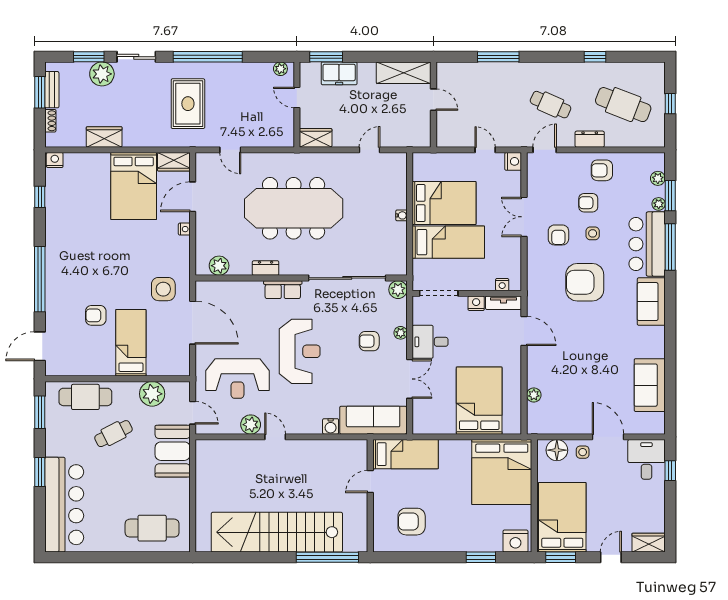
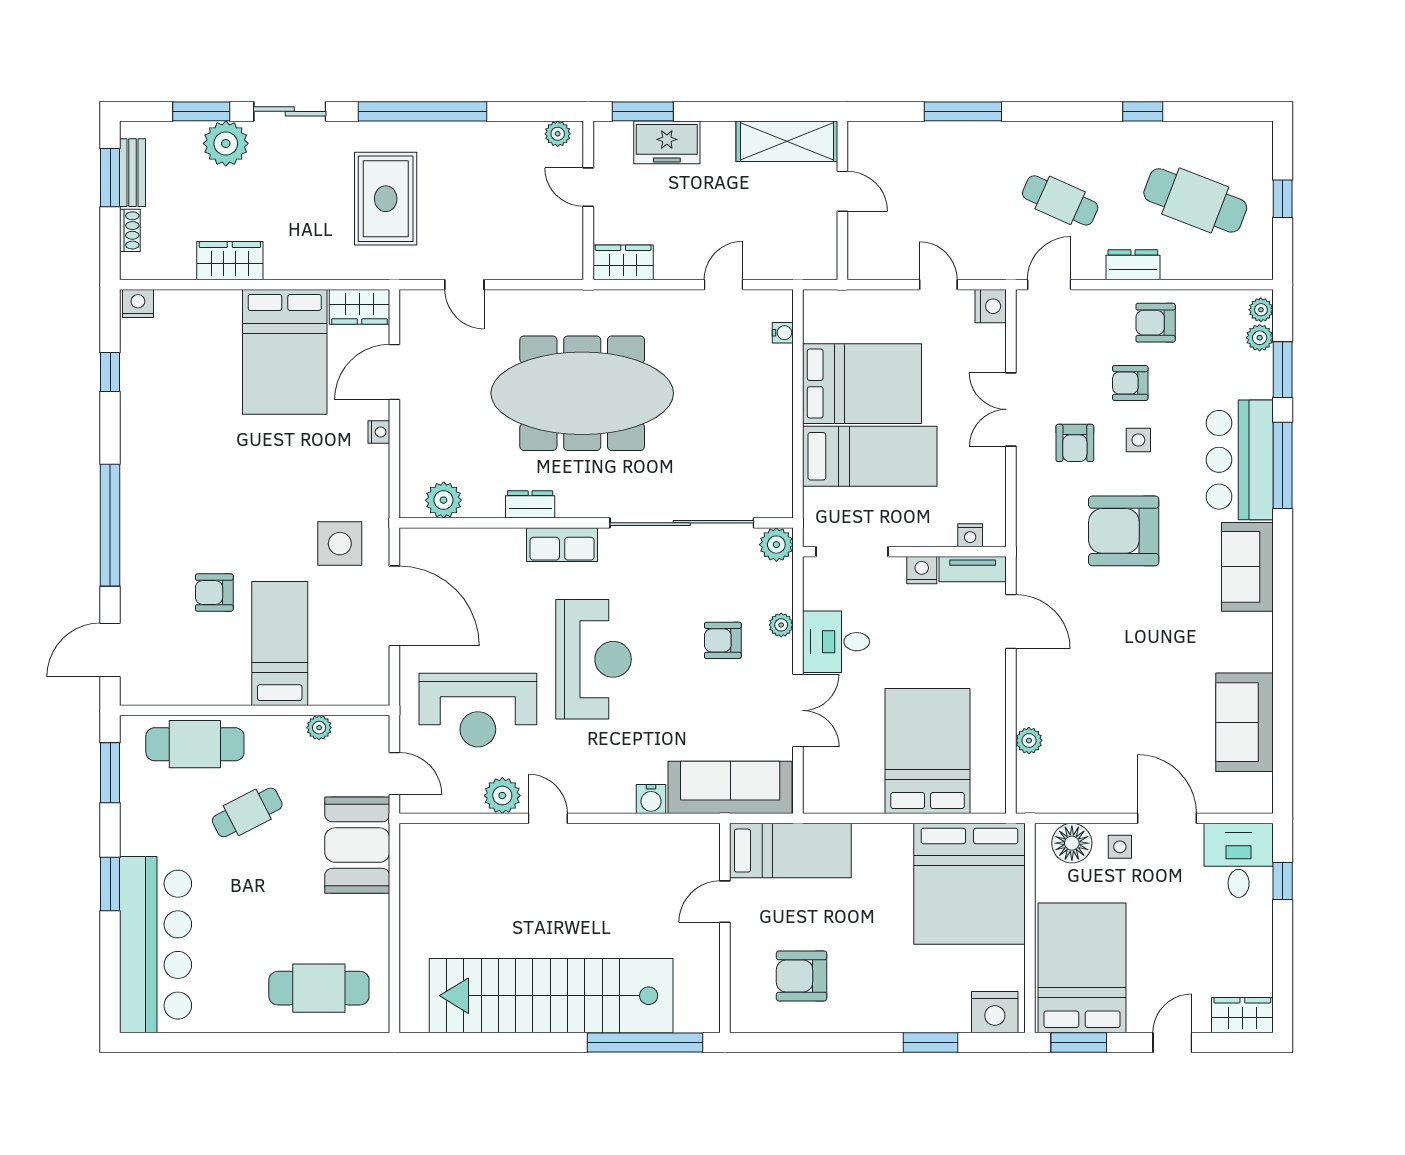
plant: (659, 204) -> (1261, 310), moved
water cooler: (401, 215) -> (783, 333), moved
plant: (152, 394) -> (319, 728), width x0.53, depth x0.53

